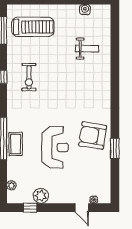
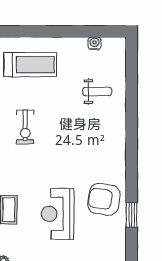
reception desk: (55, 147) -> (58, 214), turned 180

